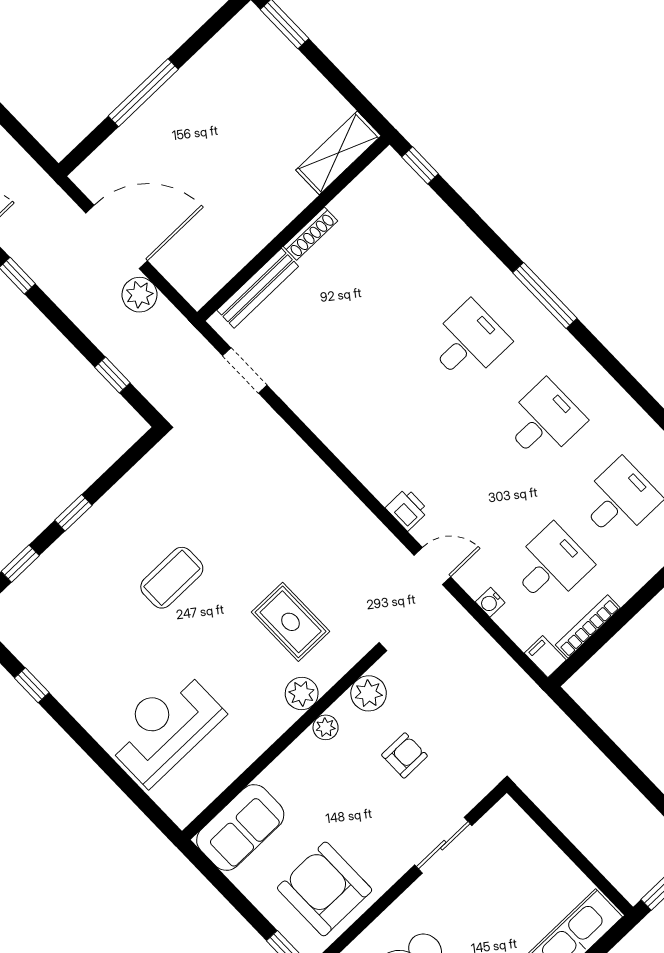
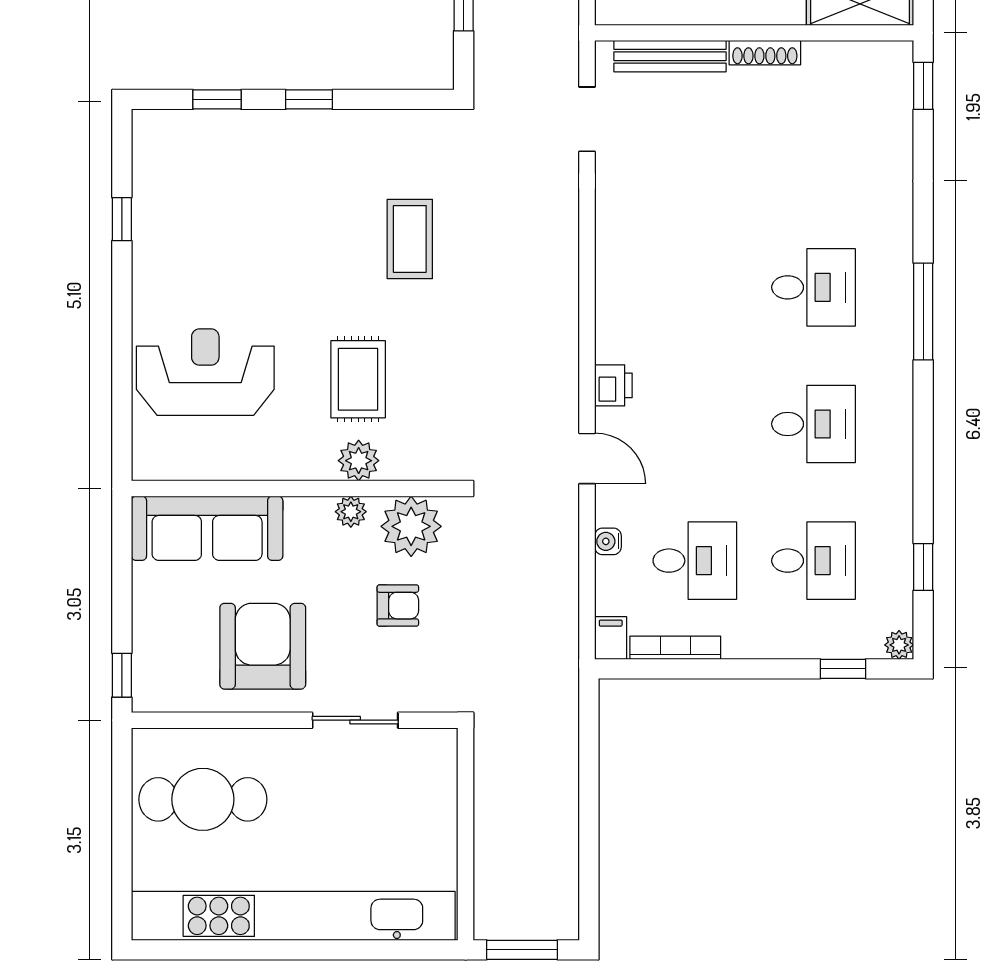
coffee table: (172, 578) -> (410, 239), moved, turned 90
rug: (291, 622) -> (358, 379), moved
plant: (369, 693) -> (411, 526), width x1.36, depth x1.36
sofa: (240, 827) -> (207, 528), width x1.36
armchair: (325, 889) -> (263, 646), moved

